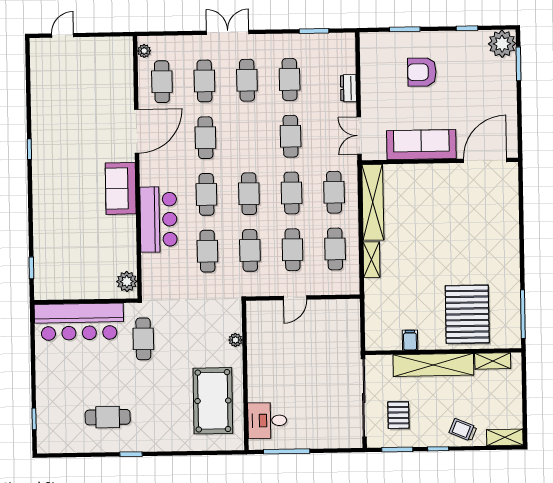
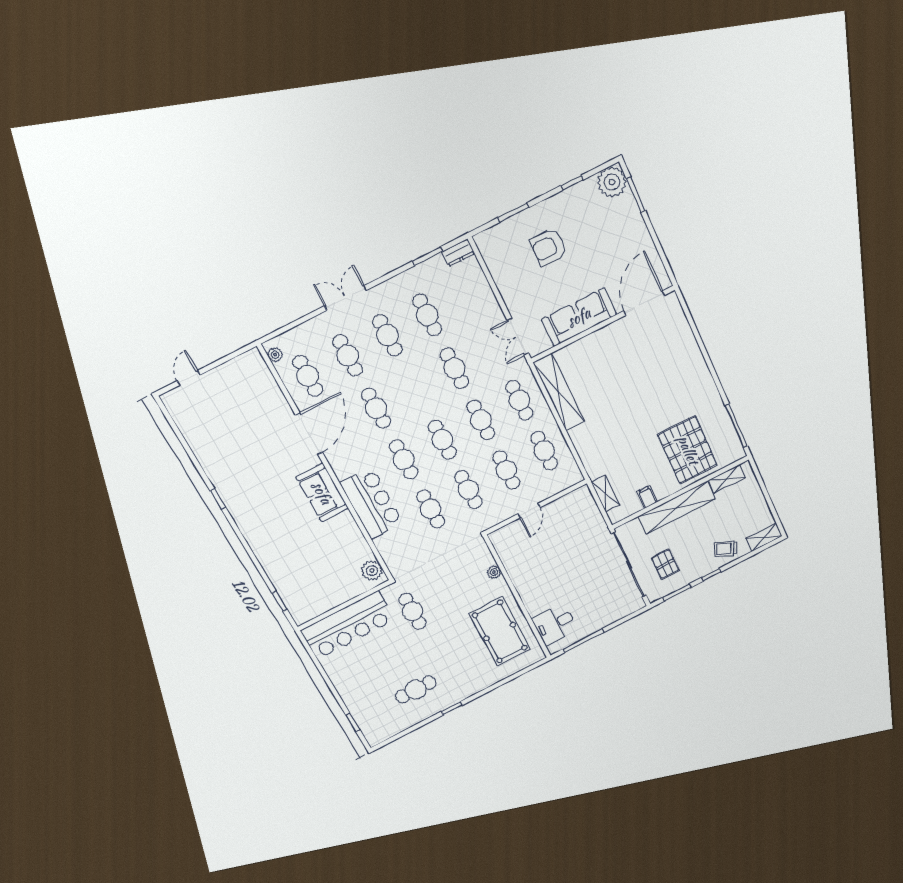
dresser: (348, 88) -> (458, 253), moved, turned -90
shelving: (372, 260) -> (605, 494), moved

